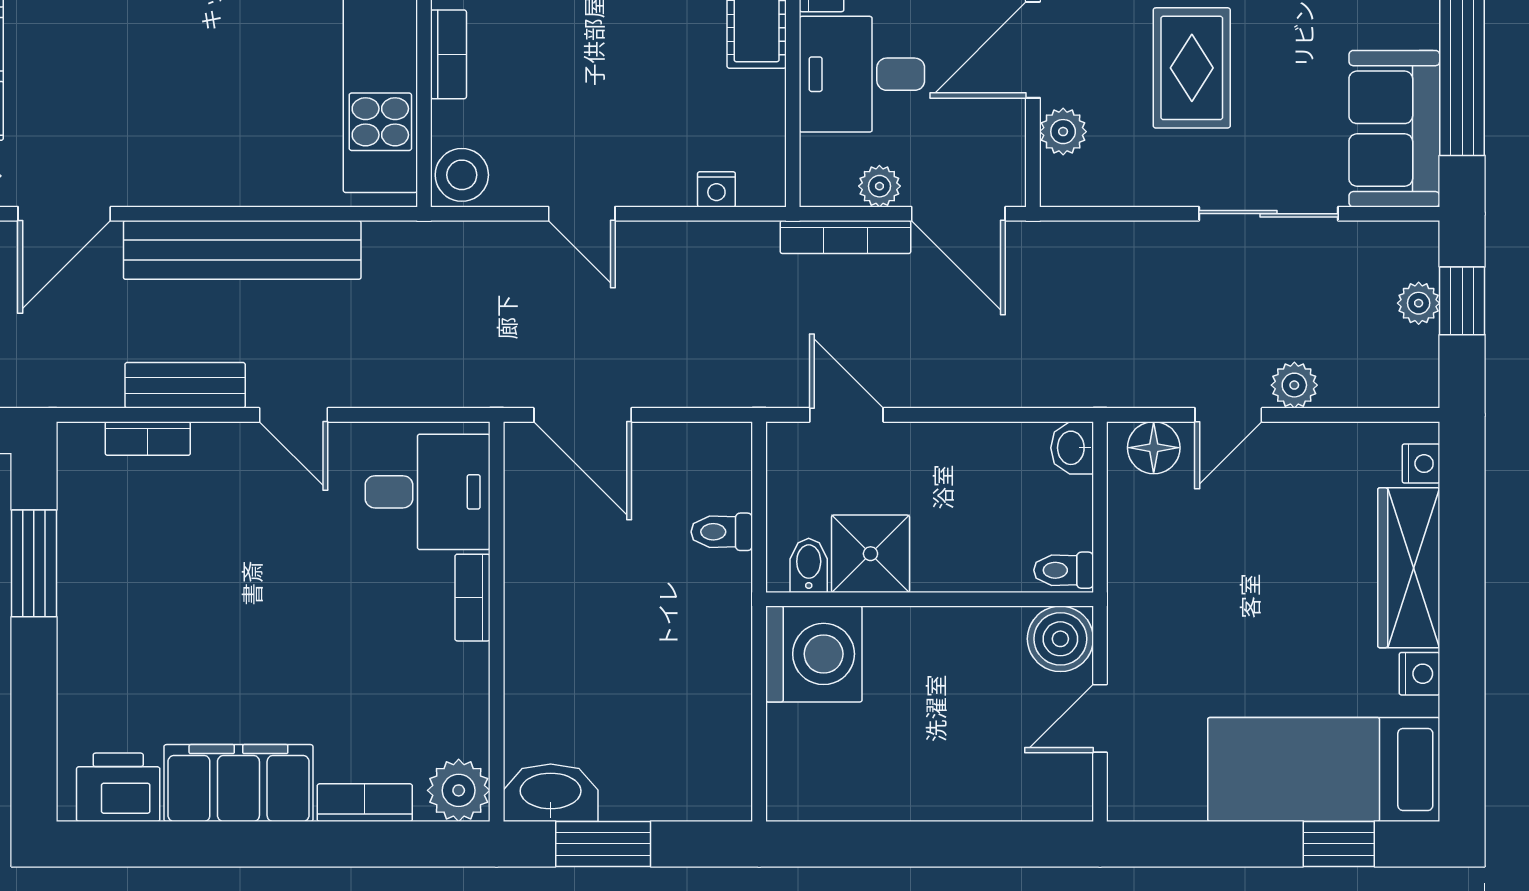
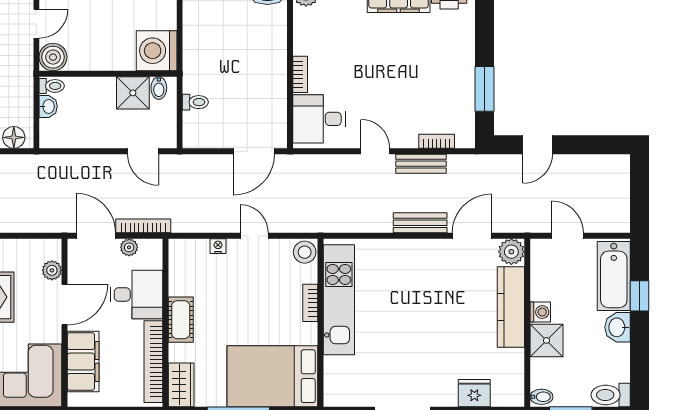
nightstand: (716, 189) -> (218, 246), moved
bench: (242, 250) -> (420, 223), width x0.54, depth x0.82
door: (583, 415) -> (254, 151), swing flipped
washbasin: (1072, 448) -> (48, 106), moved

